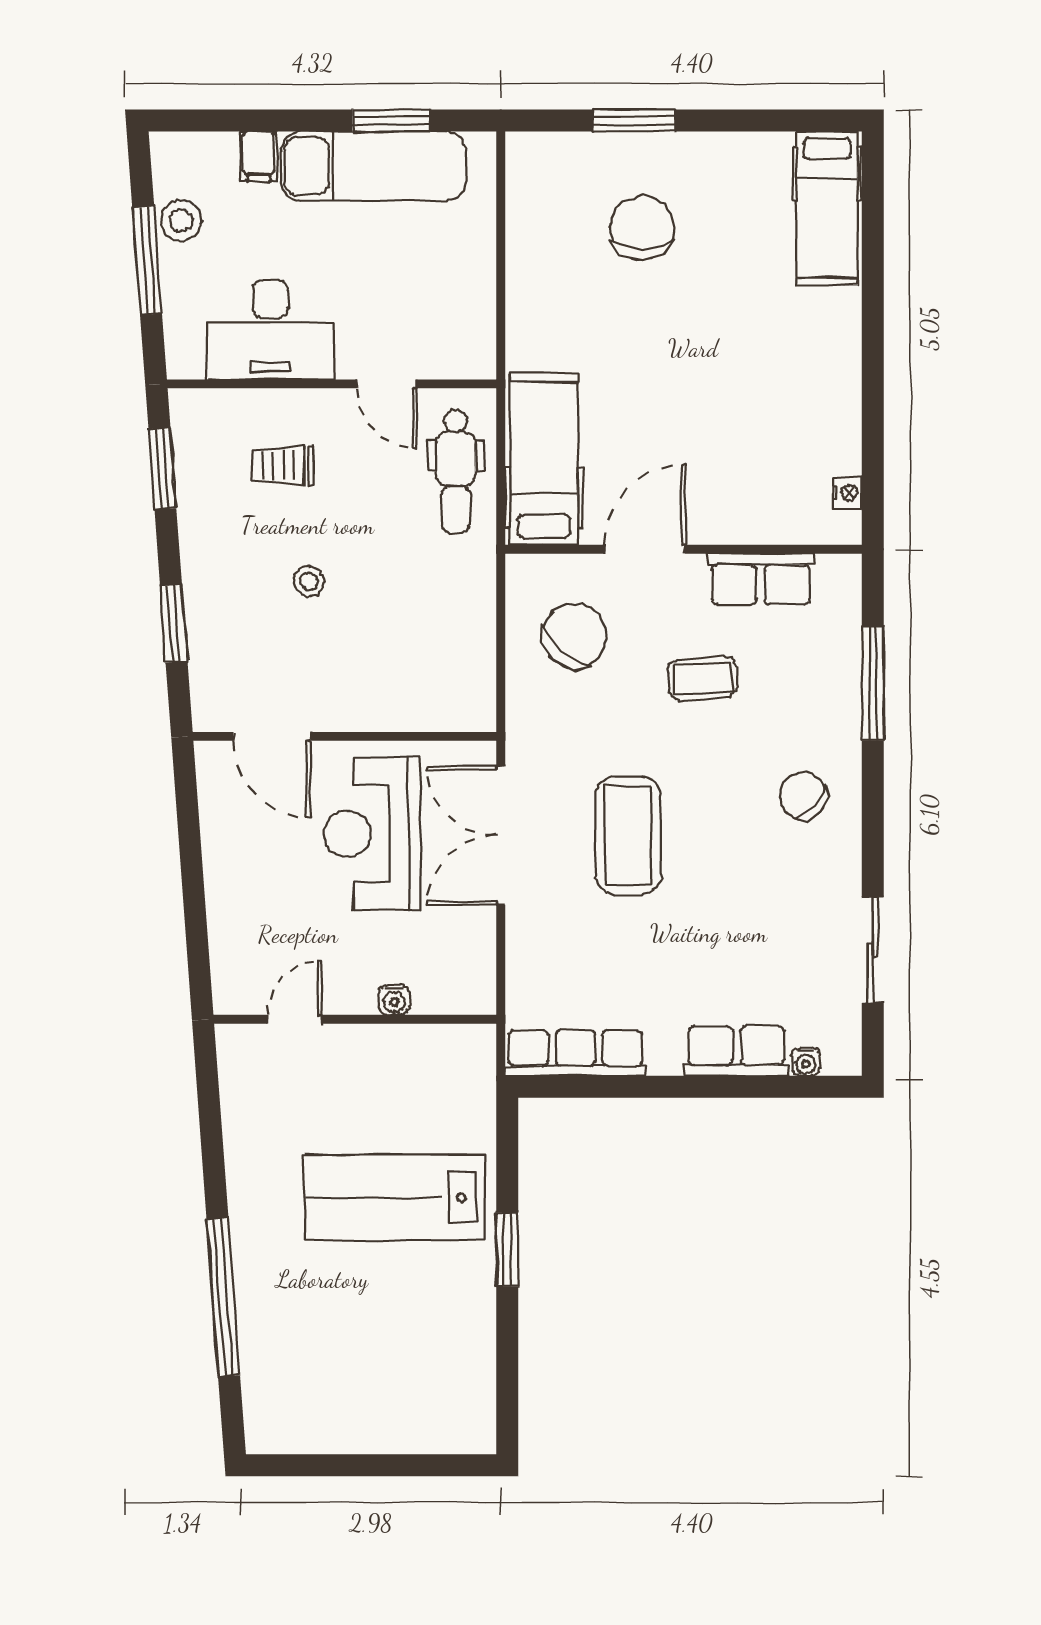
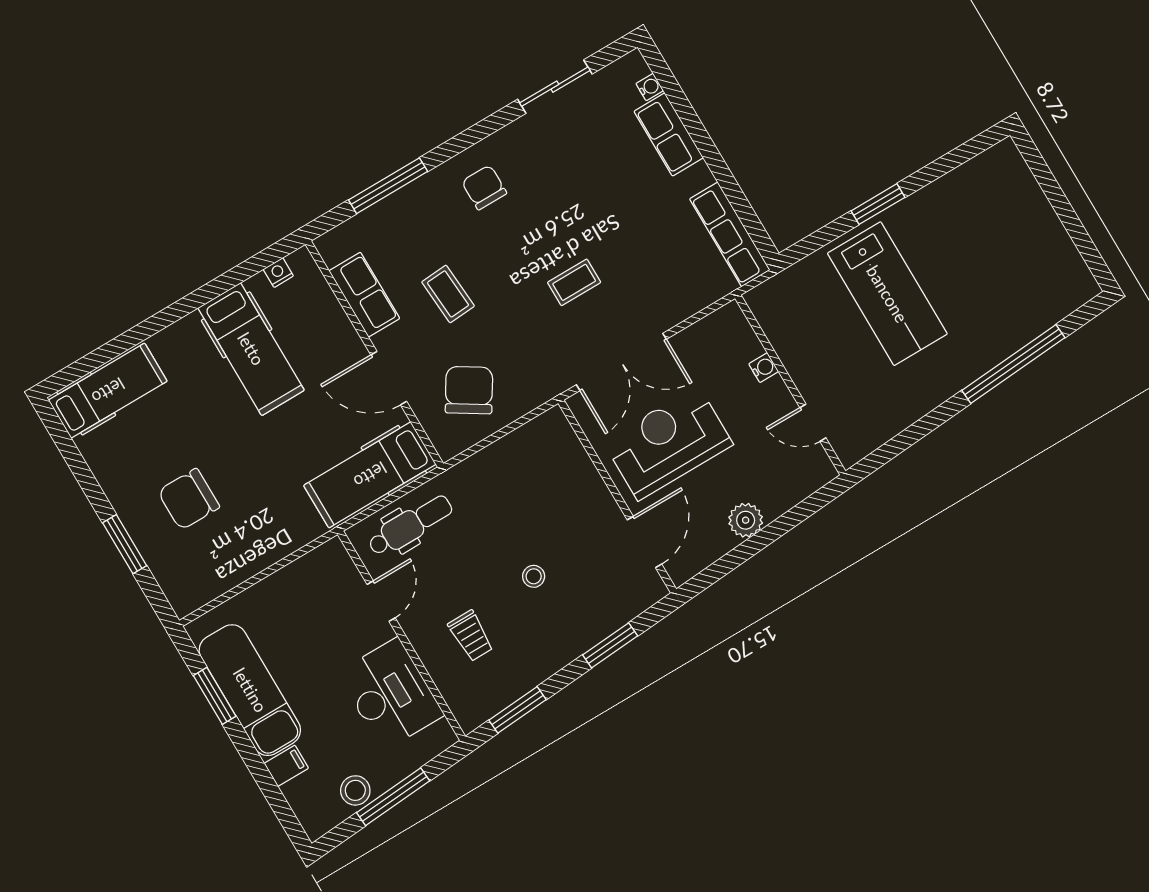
hospital bed: (776, 407) -> (251, 349), added
chair: (574, 636) -> (469, 390), turned 82
chair: (803, 796) -> (484, 187), turned 138
reception desk: (372, 834) -> (668, 443), turned 180
coffee table: (628, 836) -> (574, 282), width x0.54, depth x0.58
plant: (227, 871) -> (746, 520), added

